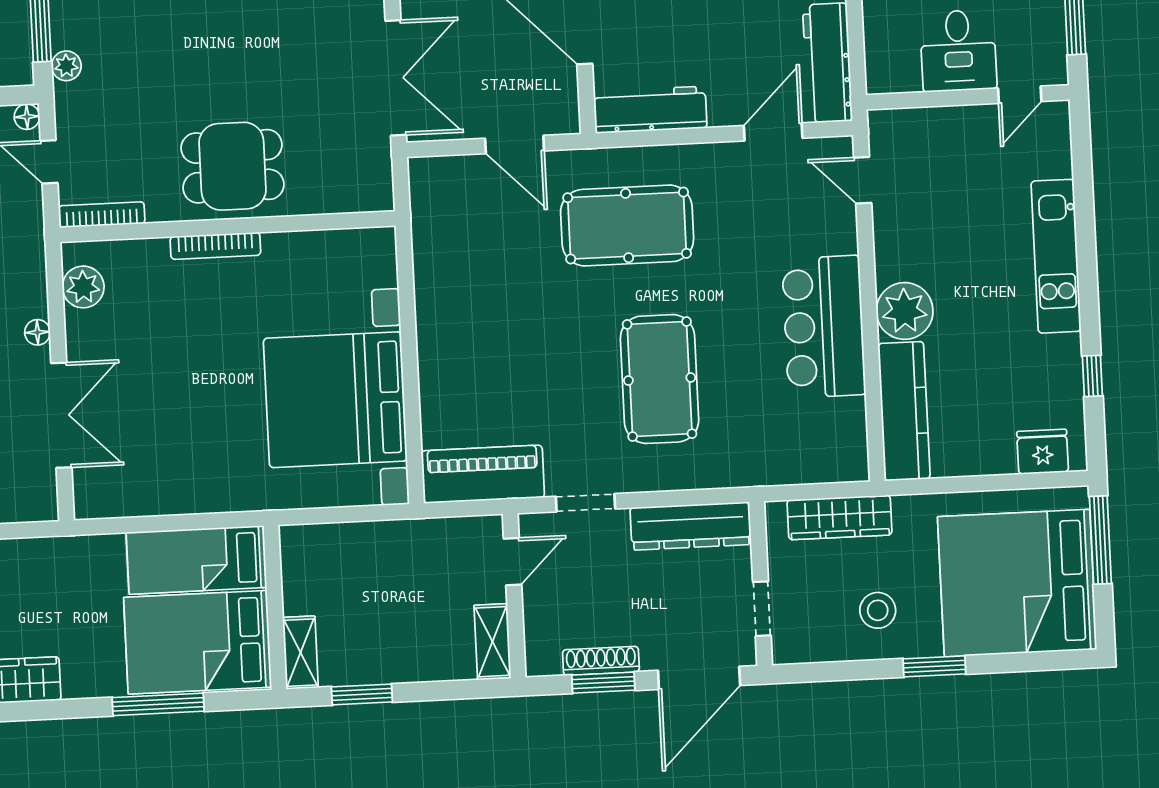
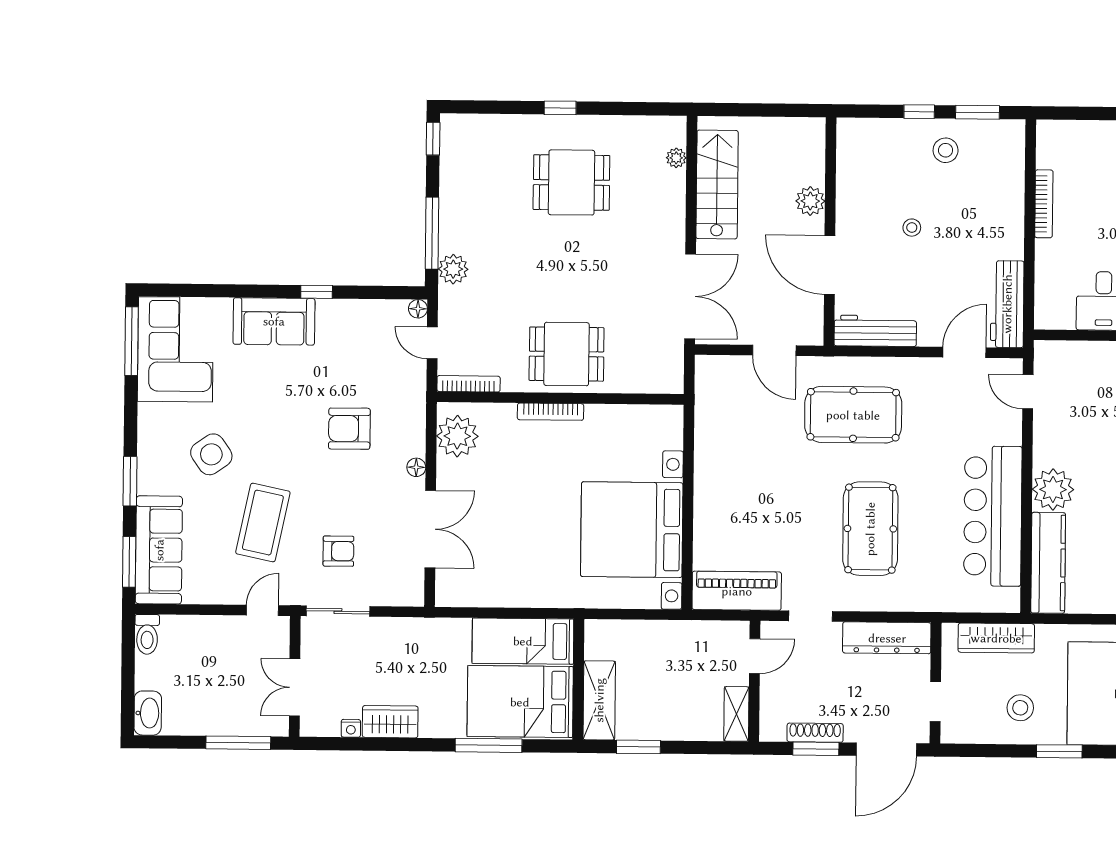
plant: (66, 66) -> (453, 269), width x1.38, depth x1.38
plant: (83, 287) -> (457, 436), width x1.36, depth x1.36
bar counter: (824, 327) -> (993, 516), width x1.36
shelving: (300, 653) -> (599, 700), width x1.50, depth x1.33

